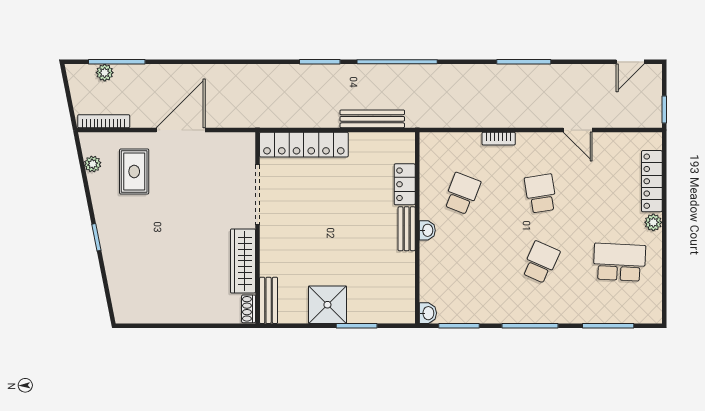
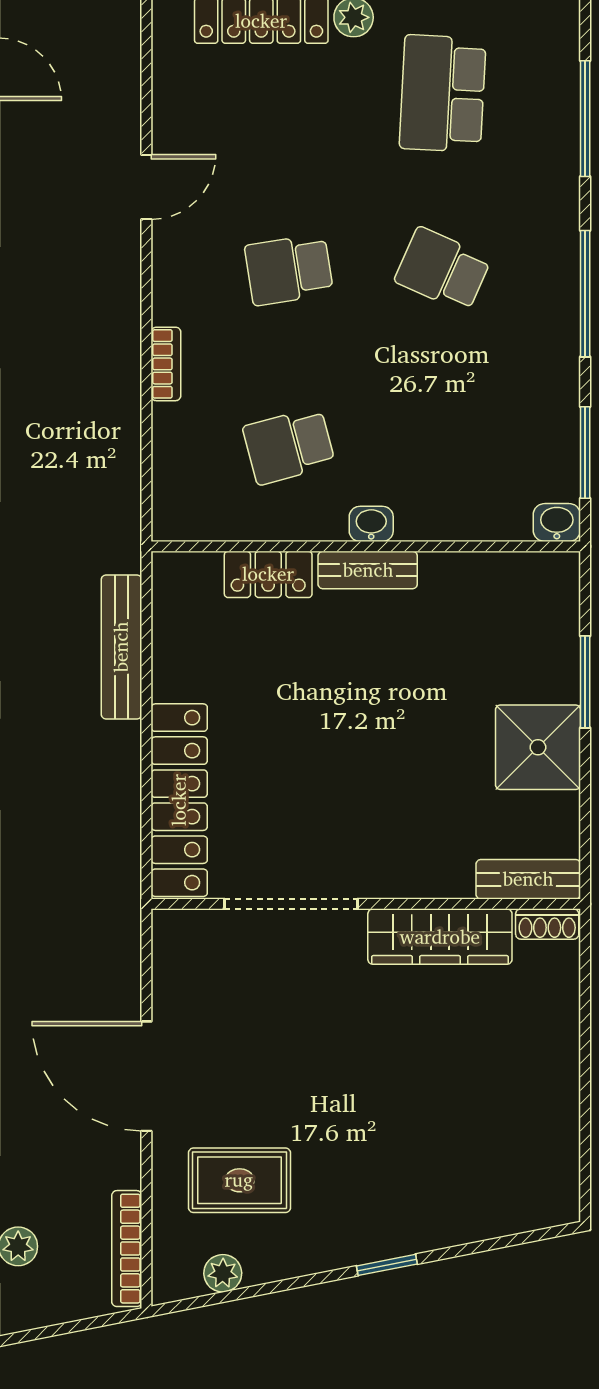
school desk: (462, 194) -> (289, 446), turned -36

